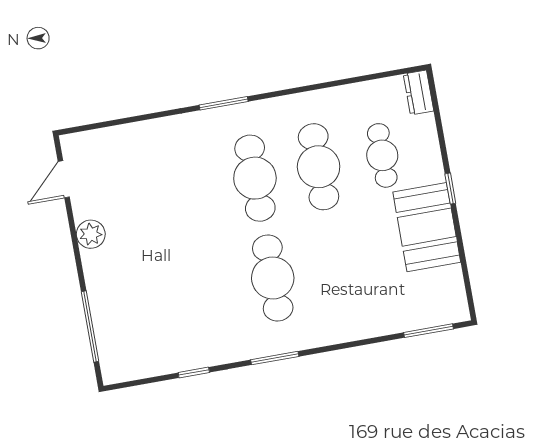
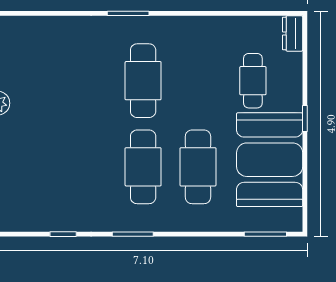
cafe table: (319, 167) -> (198, 167), moved
booth: (427, 227) -> (270, 160), width x1.36, depth x1.42

